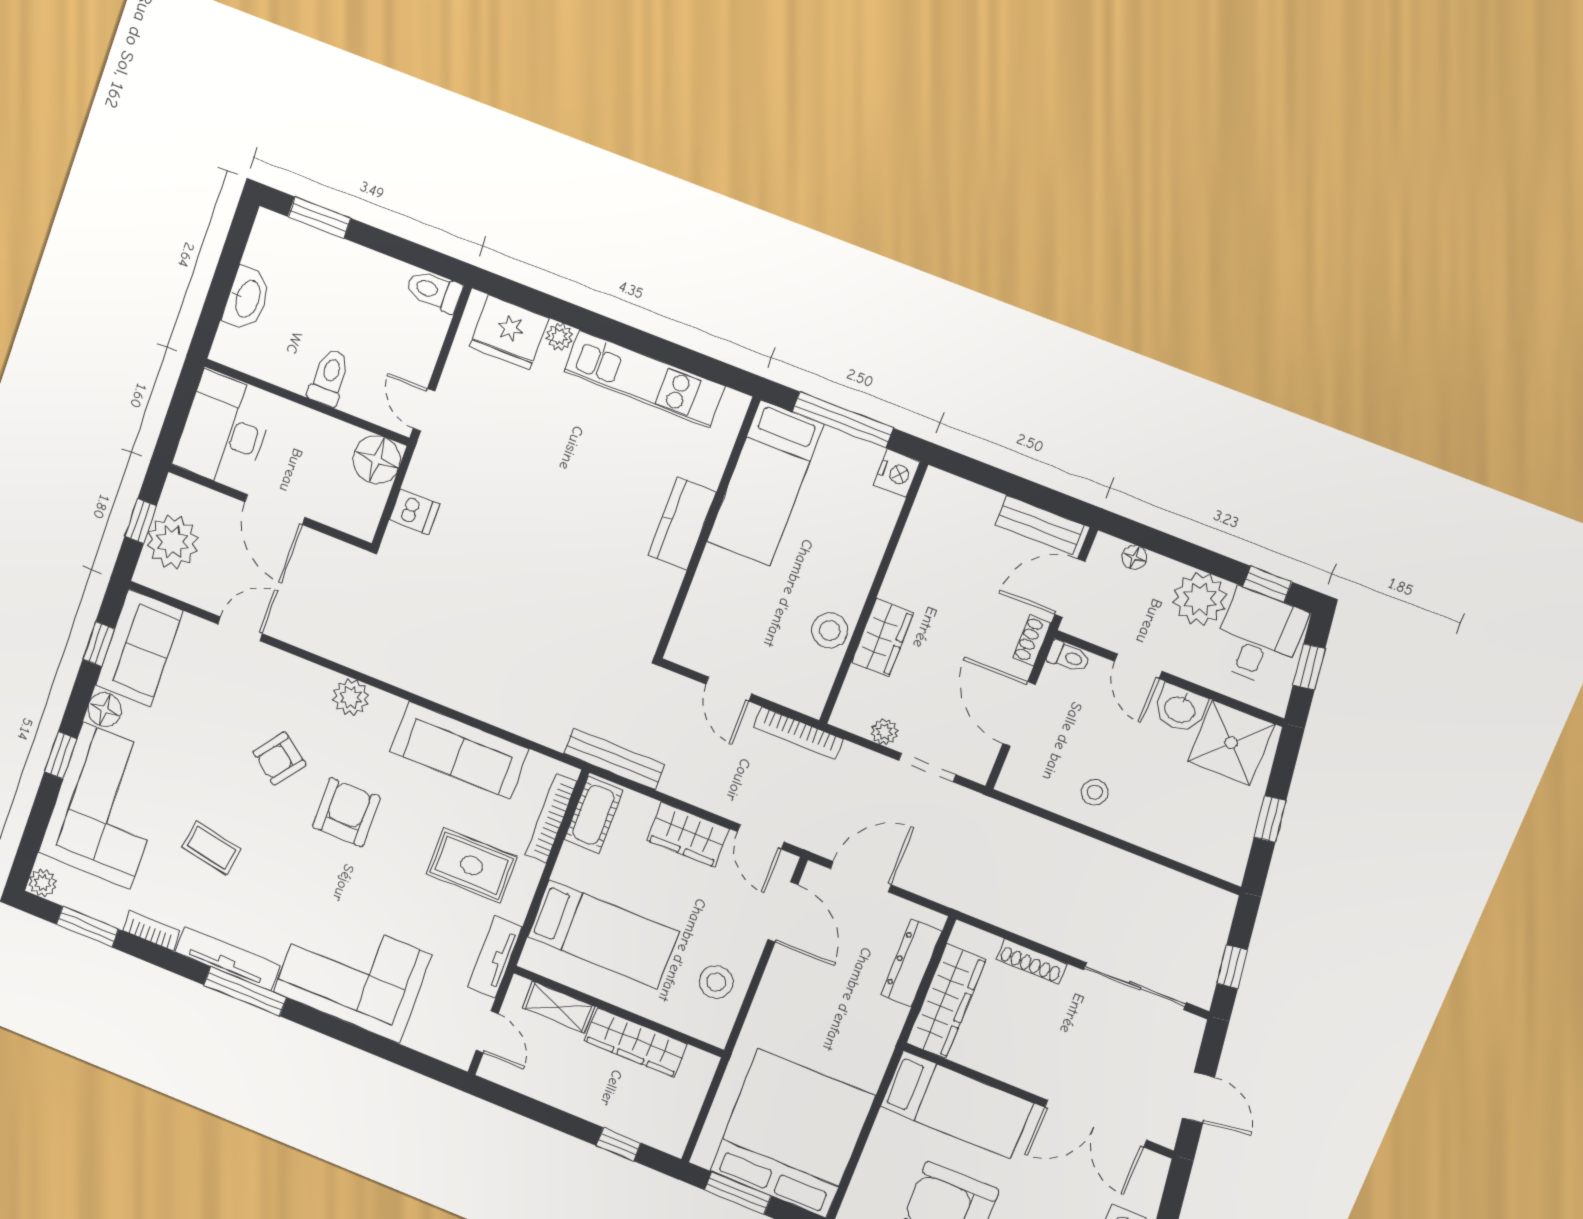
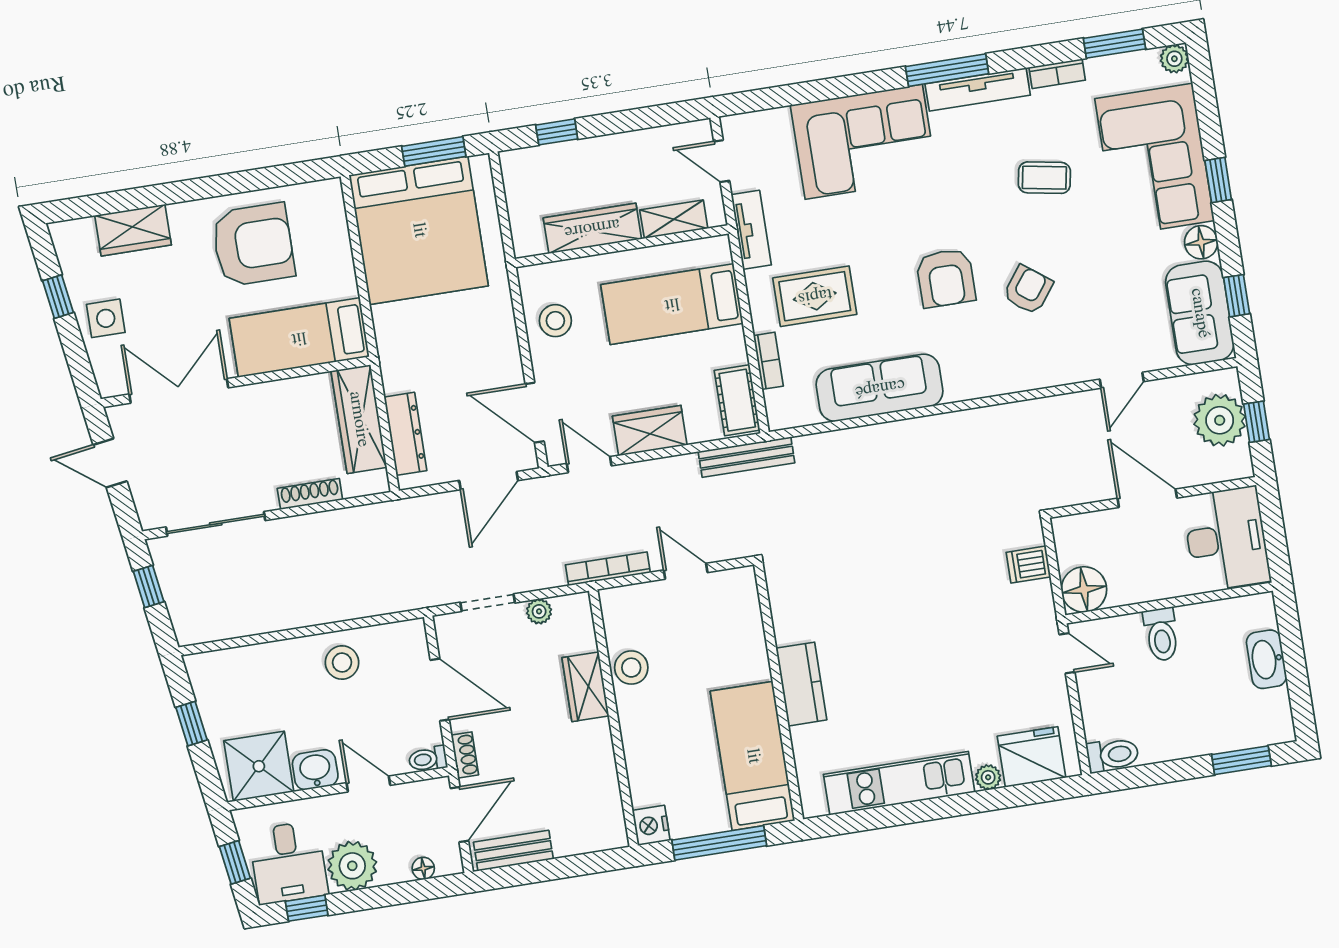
plant: (351, 697) -> (996, 378), removed
stool: (1095, 792) -> (342, 662), width x1.37, depth x1.37
bookcase: (551, 818) -> (768, 361), width x0.64

